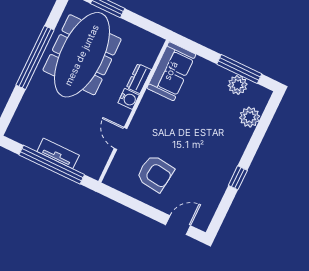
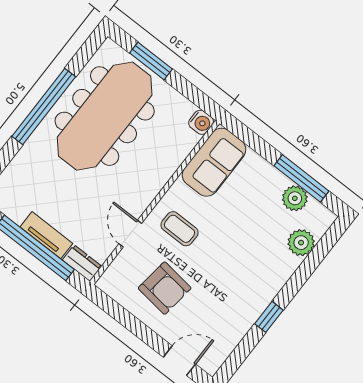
dresser: (139, 79) -> (82, 263), moved, turned 90
water cooler: (129, 99) -> (201, 122), moved
coffee table: (156, 127) -> (179, 229), added

